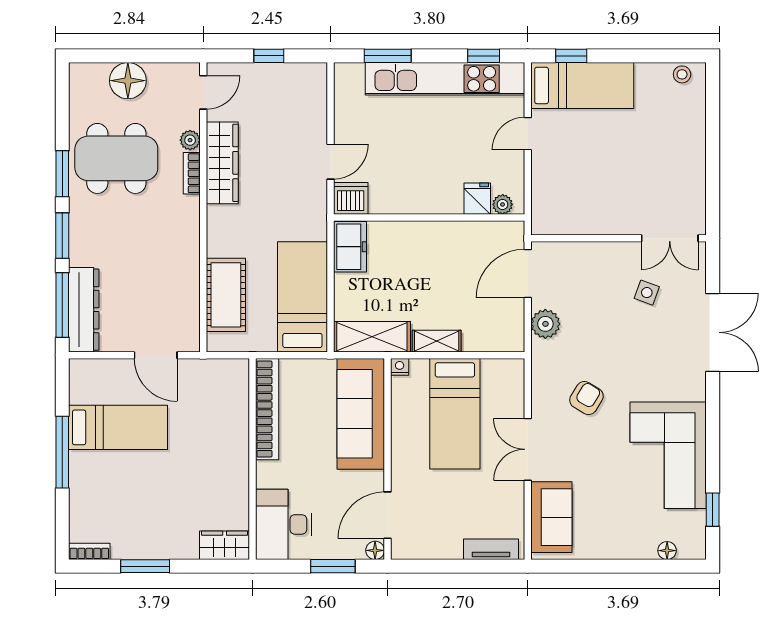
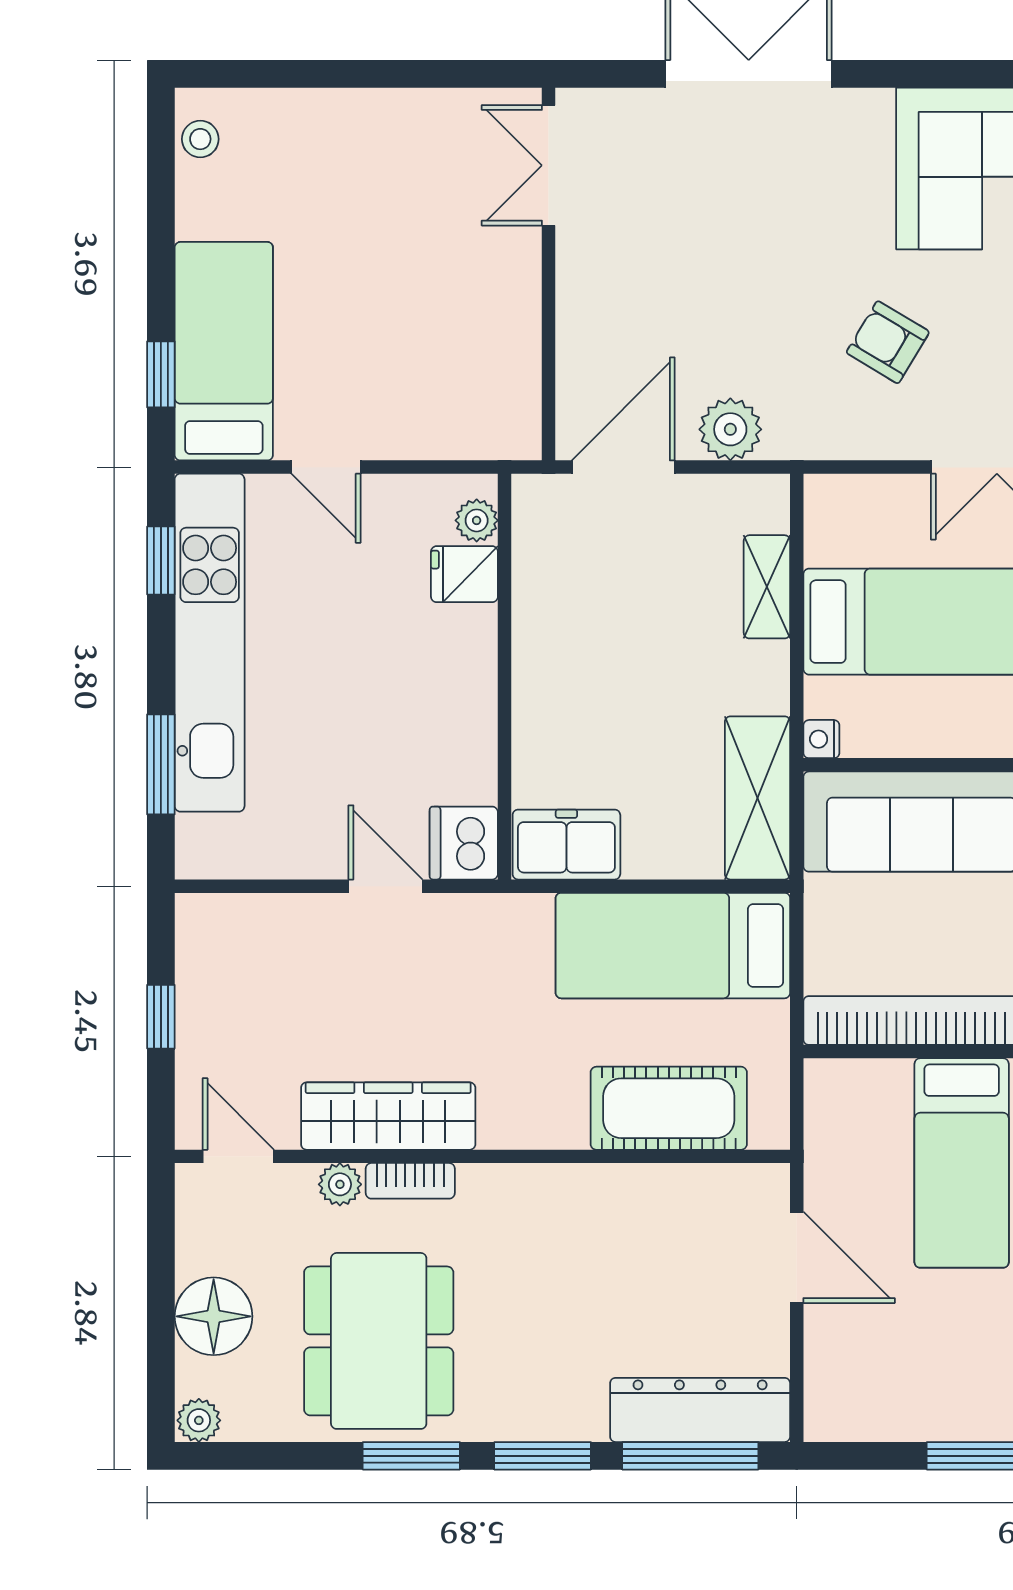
plant: (79, 74) -> (199, 1420), added
double door: (670, 238) -> (549, 165), swing flipped
door: (528, 273) -> (623, 467), swing flipped
side table: (647, 293) -> (664, 214), removed
shelving: (437, 341) -> (767, 587), moved
door: (156, 355) -> (797, 1257), hinge flipped
bed: (118, 427) -> (962, 1163), moved, turned 180

